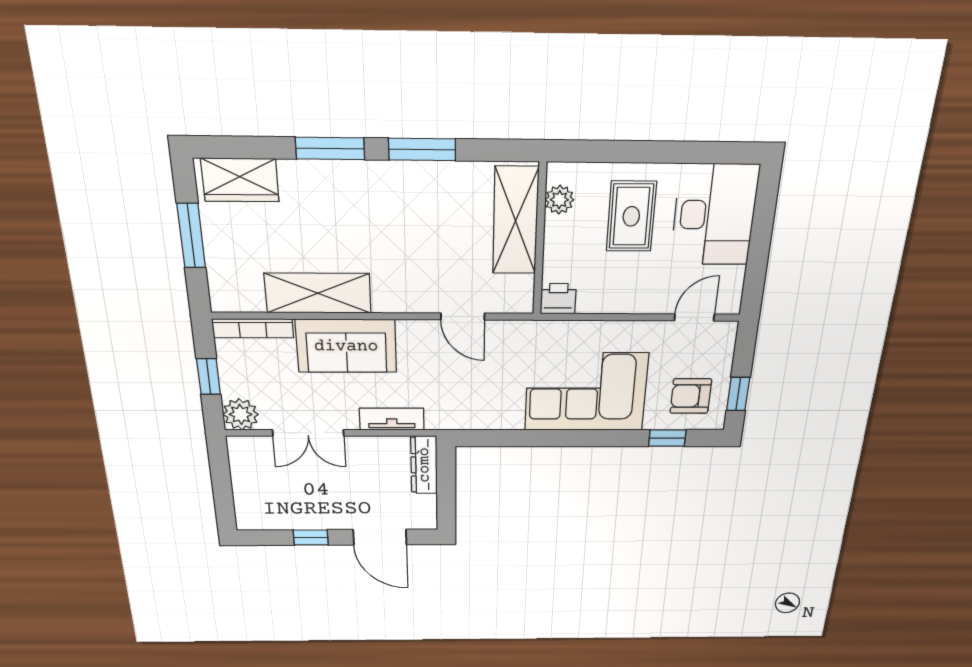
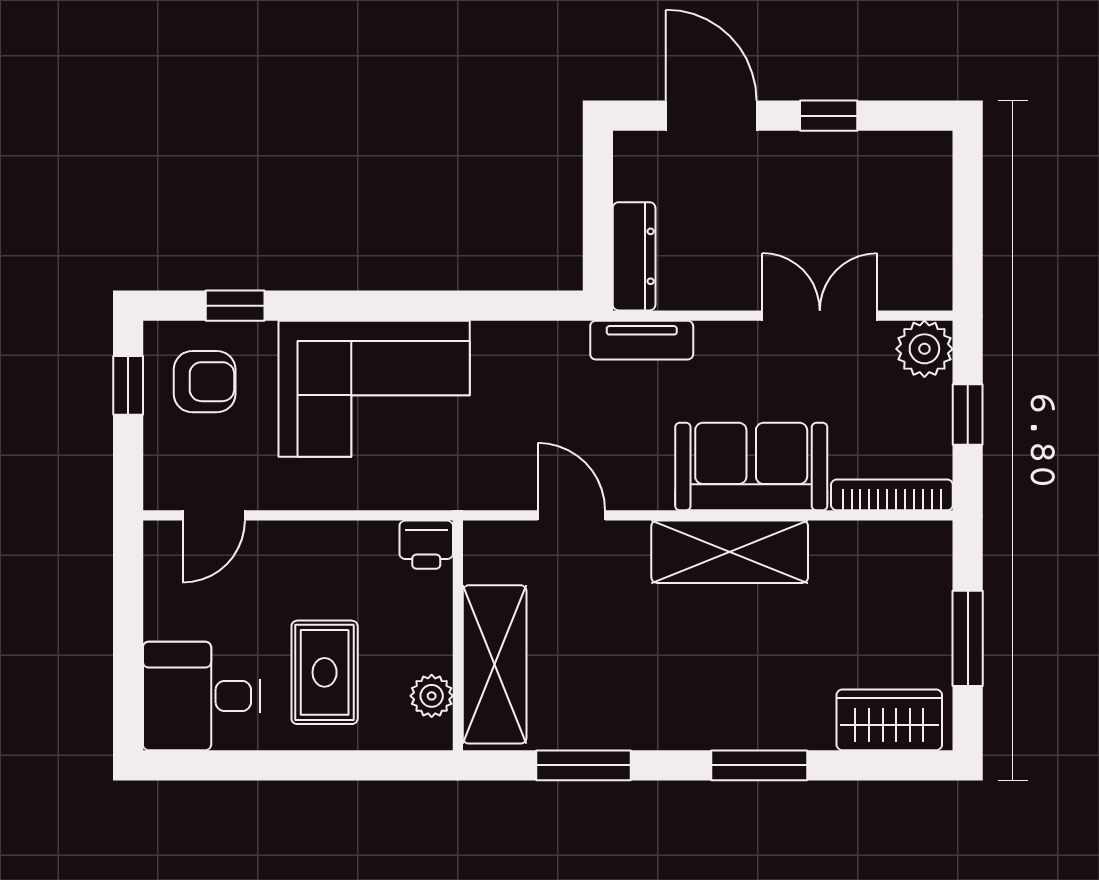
window: (422, 149) -> (584, 765), moved
desk: (714, 215) -> (202, 696), width x0.73
shelving: (318, 293) -> (730, 552), moved
tv unit: (392, 419) -> (642, 340), moved

